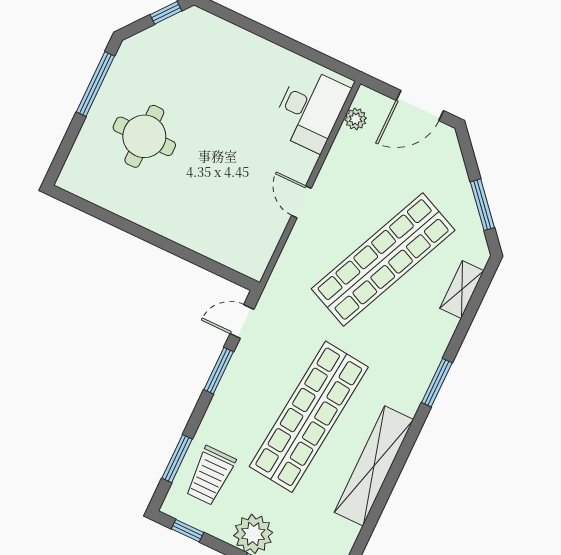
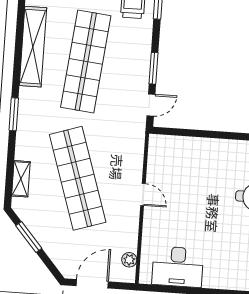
desk: (310, 109) -> (178, 267), moved, turned -90
shop shelf: (383, 259) -> (78, 178), turned -42

